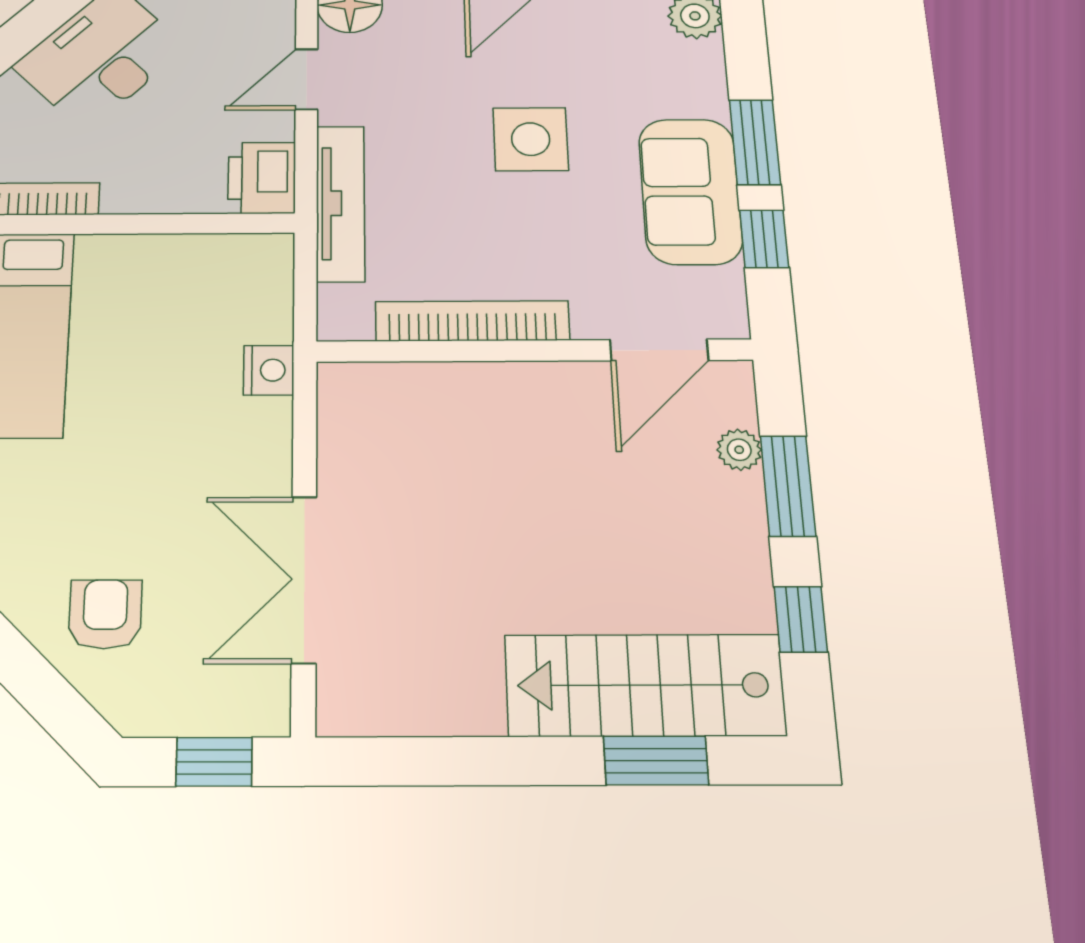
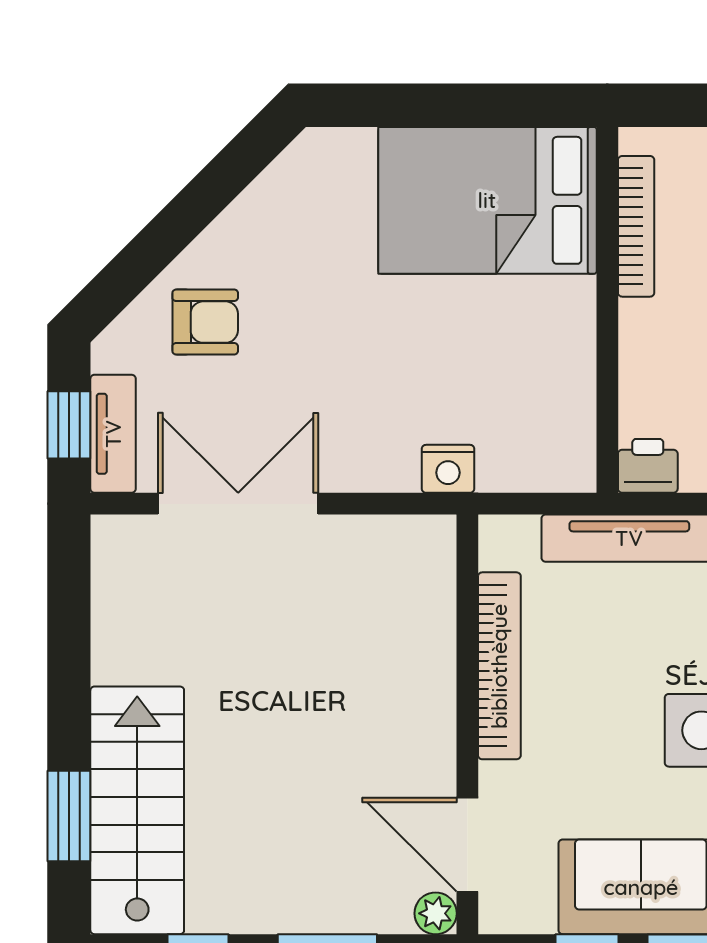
printer: (262, 178) -> (648, 466), width x0.73, depth x0.81
plant: (739, 450) -> (436, 913), moved
tv unit: (225, 713) -> (113, 434), added

